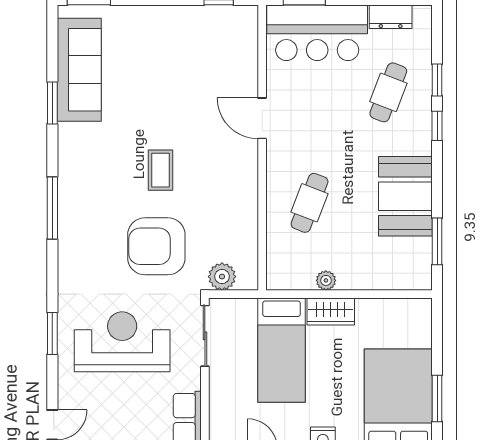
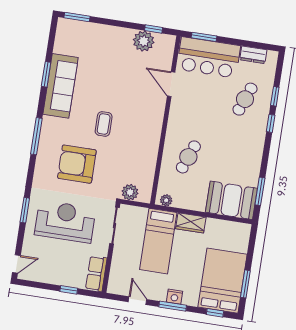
plant: (205, 23) -> (144, 41), added
sofa: (79, 70) -> (61, 86), moved
door: (262, 118) -> (171, 84), moved
booth: (405, 196) -> (231, 200), moved, turned 90
armchair: (156, 246) -> (77, 164), moved
plant: (326, 280) -> (166, 200), moved

